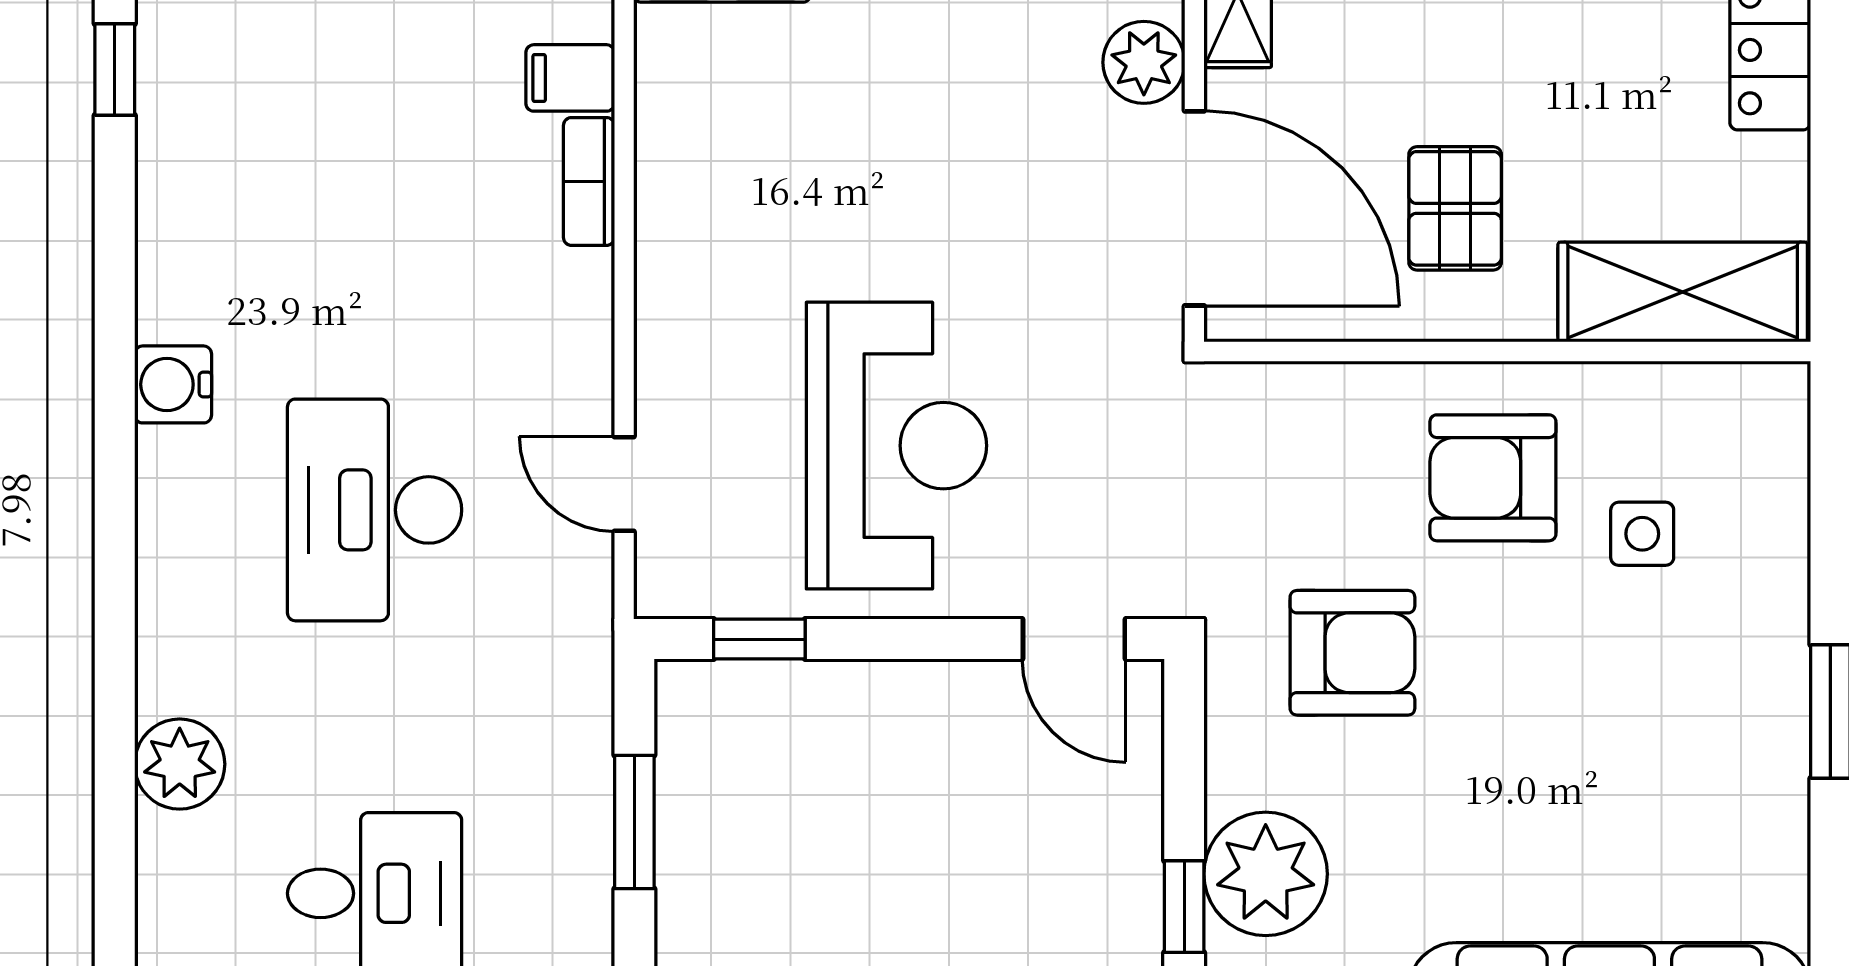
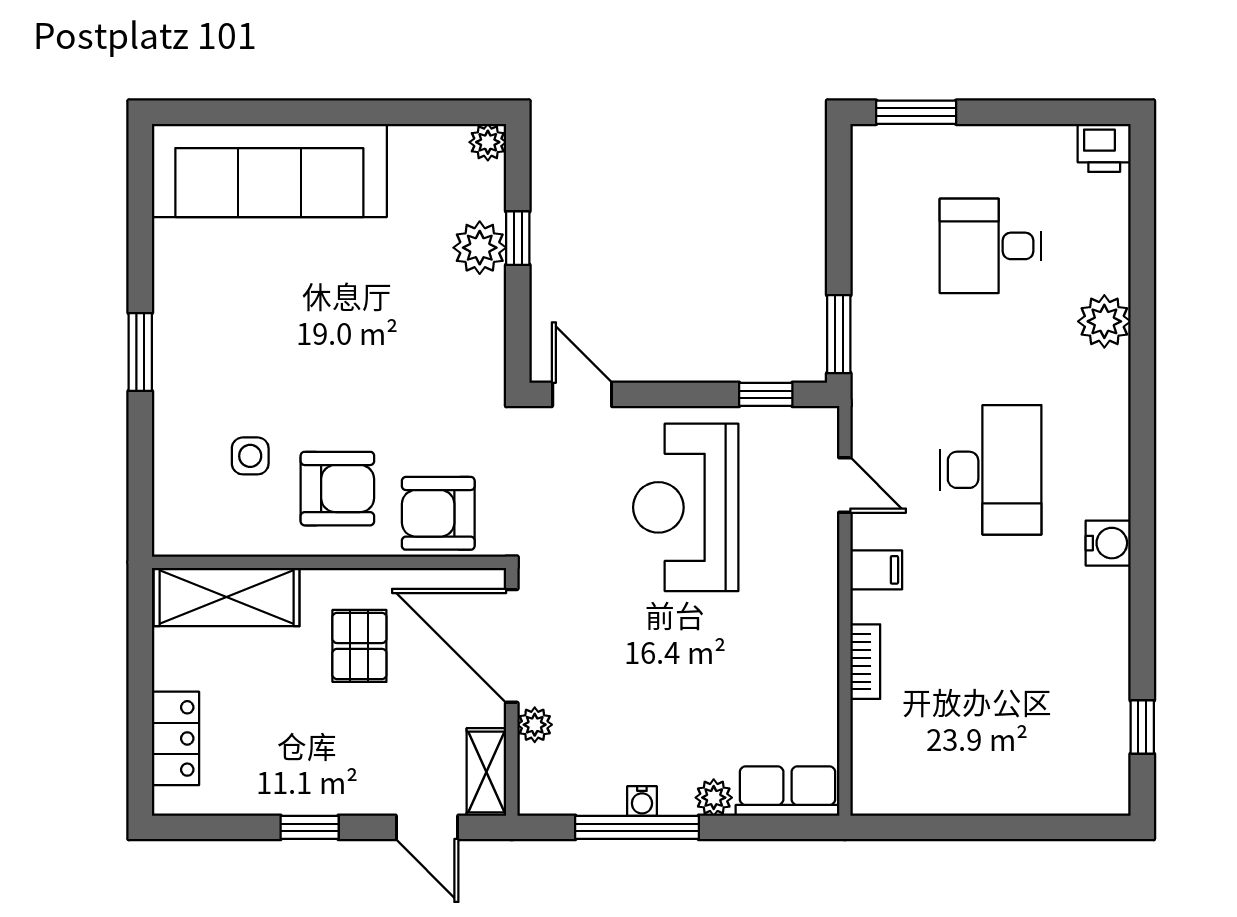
plant: (1144, 62) -> (535, 725), width x0.73, depth x0.73
filing cabinet: (570, 78) -> (876, 570), moved
armchair: (1352, 653) -> (438, 513), moved
window: (634, 822) -> (839, 334), moved
plant: (1266, 874) -> (480, 248), width x0.73, depth x0.73

